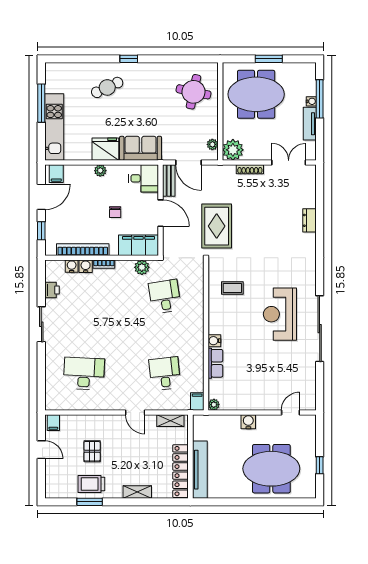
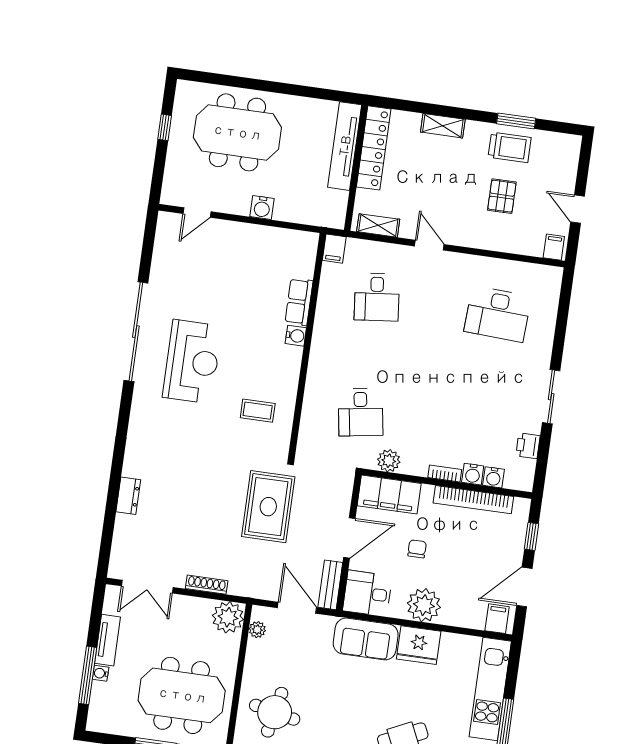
plant: (100, 171) -> (424, 605), width x1.88, depth x1.88
door: (161, 213) -> (349, 538), swing flipped
plant: (214, 405) -> (310, 240), removed

